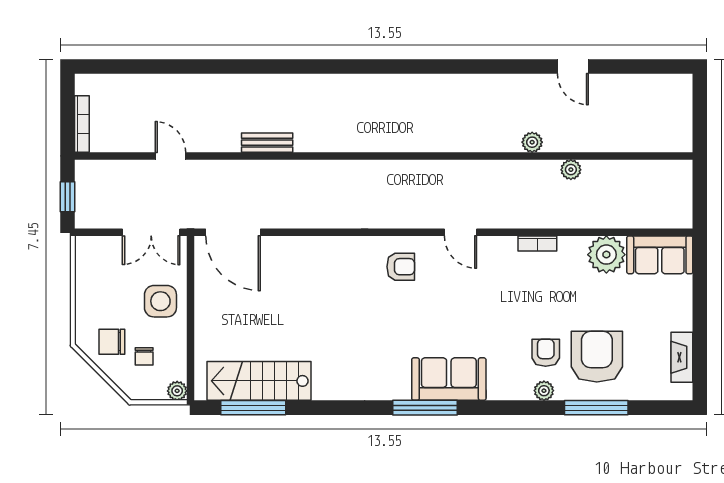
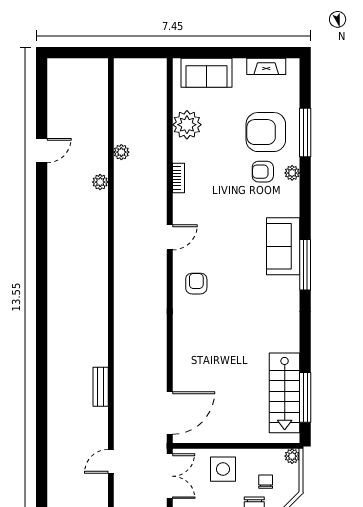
sofa: (660, 255) -> (206, 73), moved, turned 90
chair: (144, 356) -> (266, 482), turned -90

